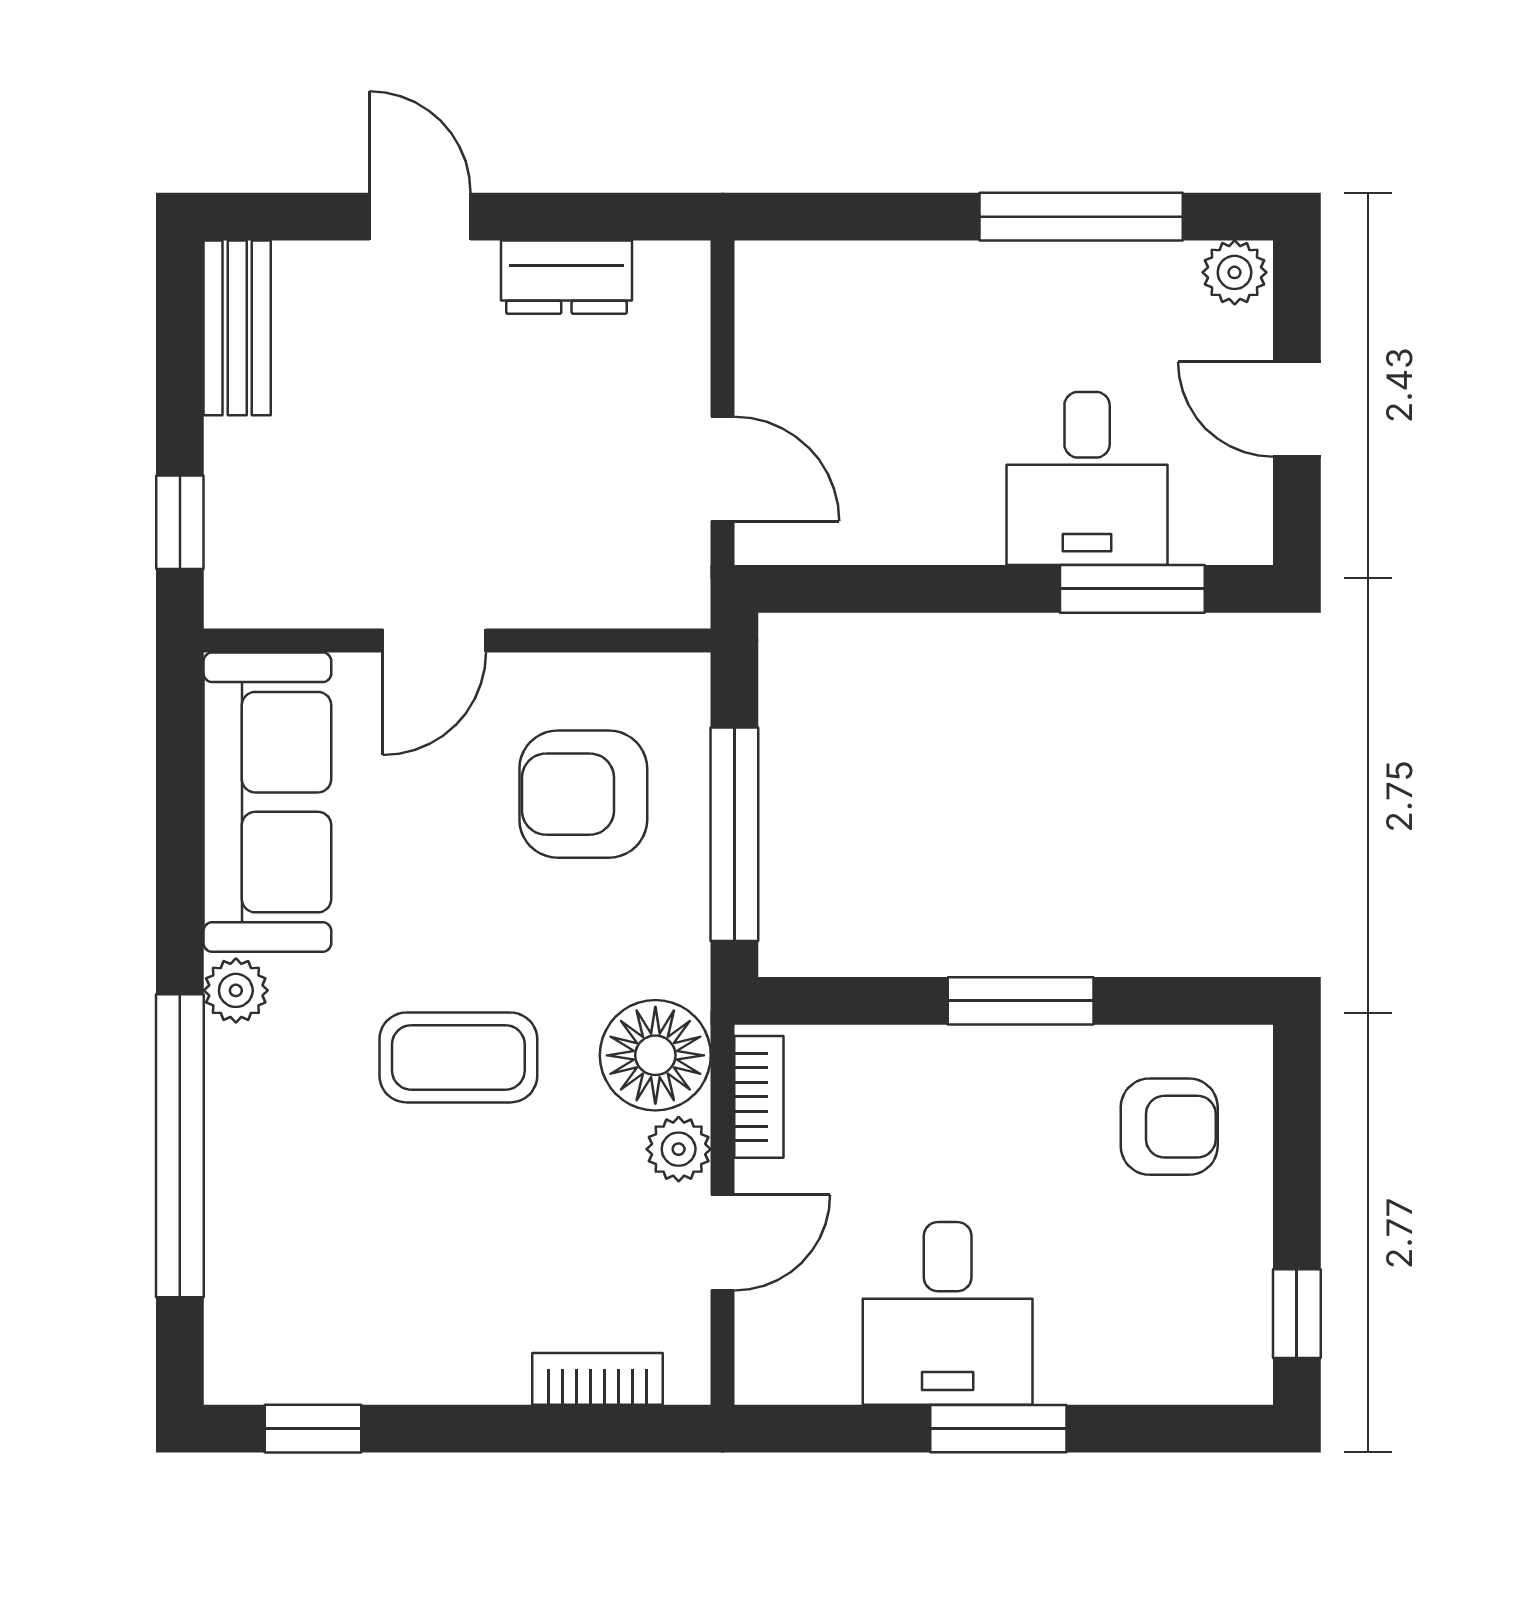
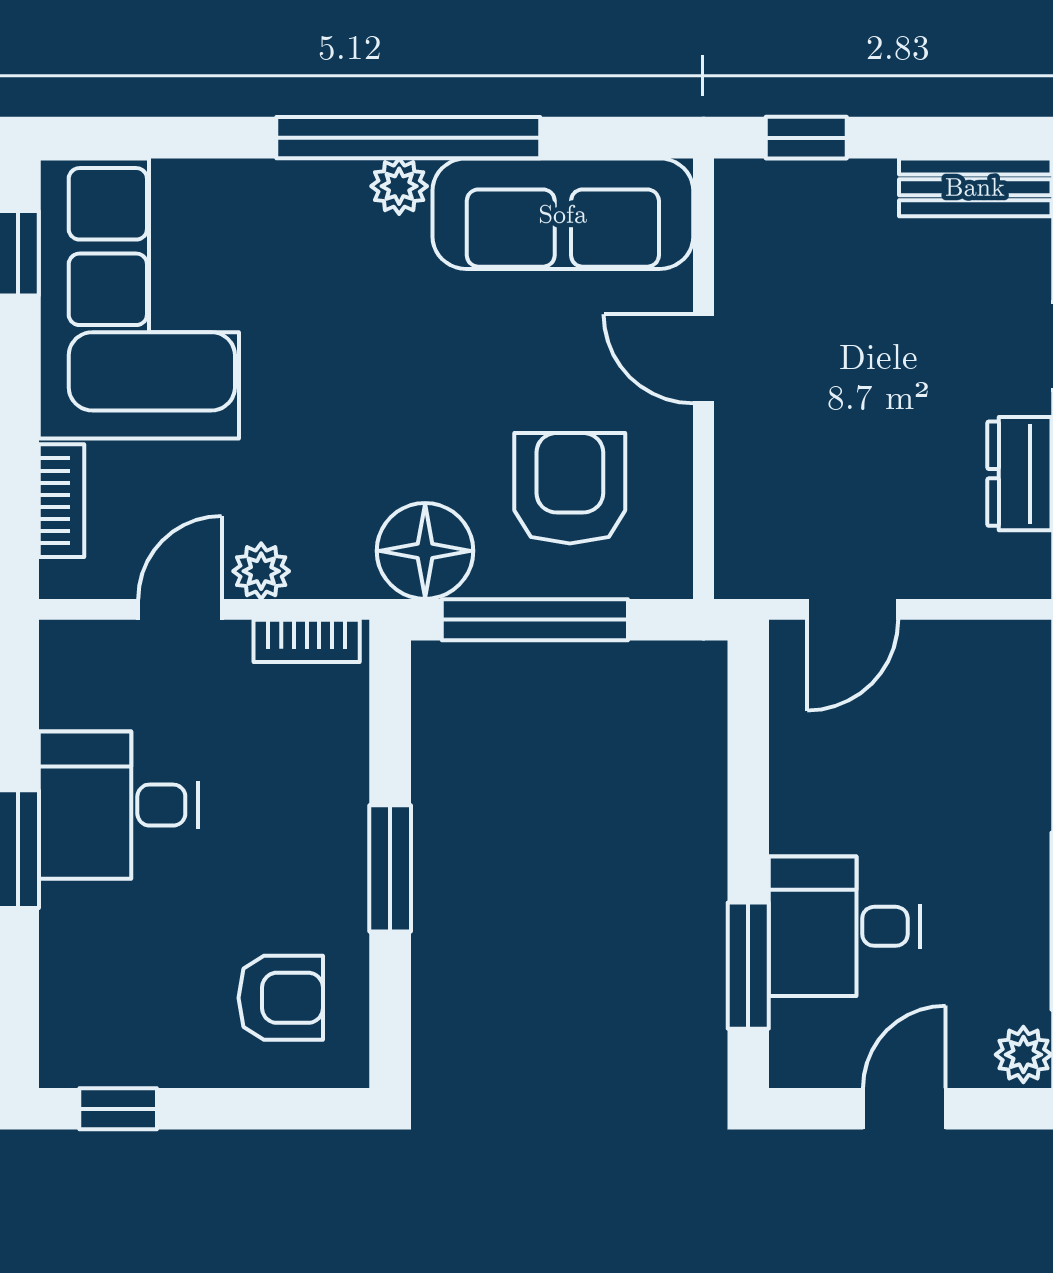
floor lamp: (655, 1055) -> (425, 551), moved
coffee table: (458, 1057) -> (341, 380), removed
armchair: (1169, 1127) -> (281, 998), turned -90
window: (180, 1146) -> (408, 138), moved
door: (723, 1242) -> (180, 609), swing flipped
corner sofa: (365, 1290) -> (139, 298), added

